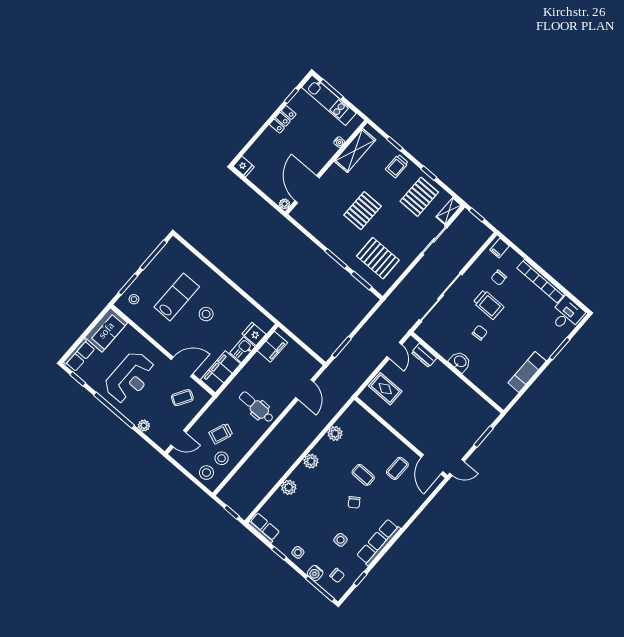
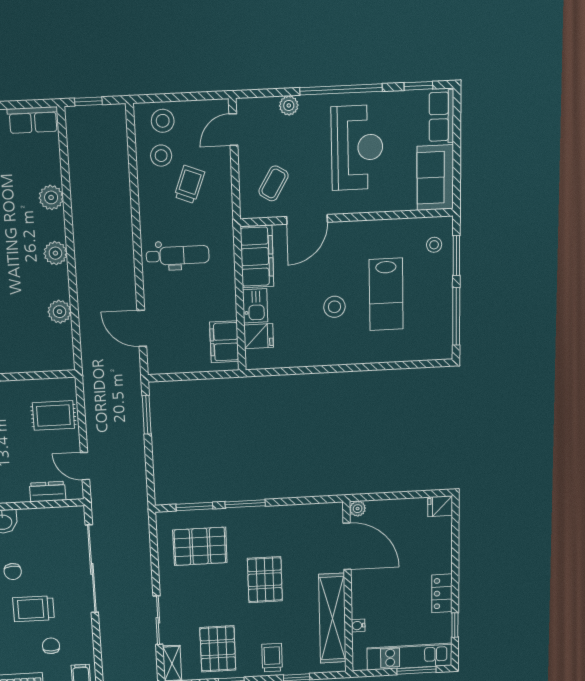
shelving: (355, 150) -> (332, 618), width x1.47
reception desk: (130, 378) -> (357, 148), turned 180

